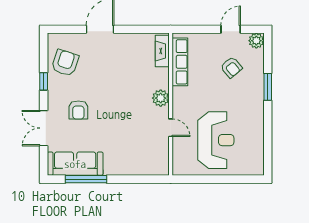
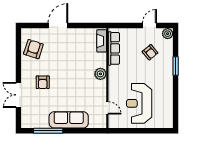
window: (44, 81) -> (18, 62), removed
door: (171, 128) -> (107, 108), moved
reception desk: (216, 140) -> (139, 103), turned 180
sofa: (75, 164) -> (69, 120), moved

